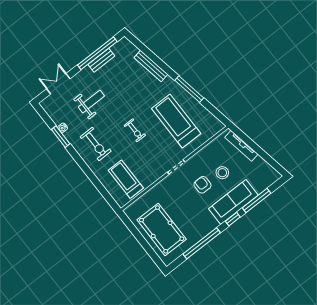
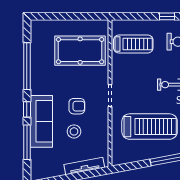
window: (87, 170) -> (167, 16), added
pool table: (162, 229) -> (80, 51), moved

